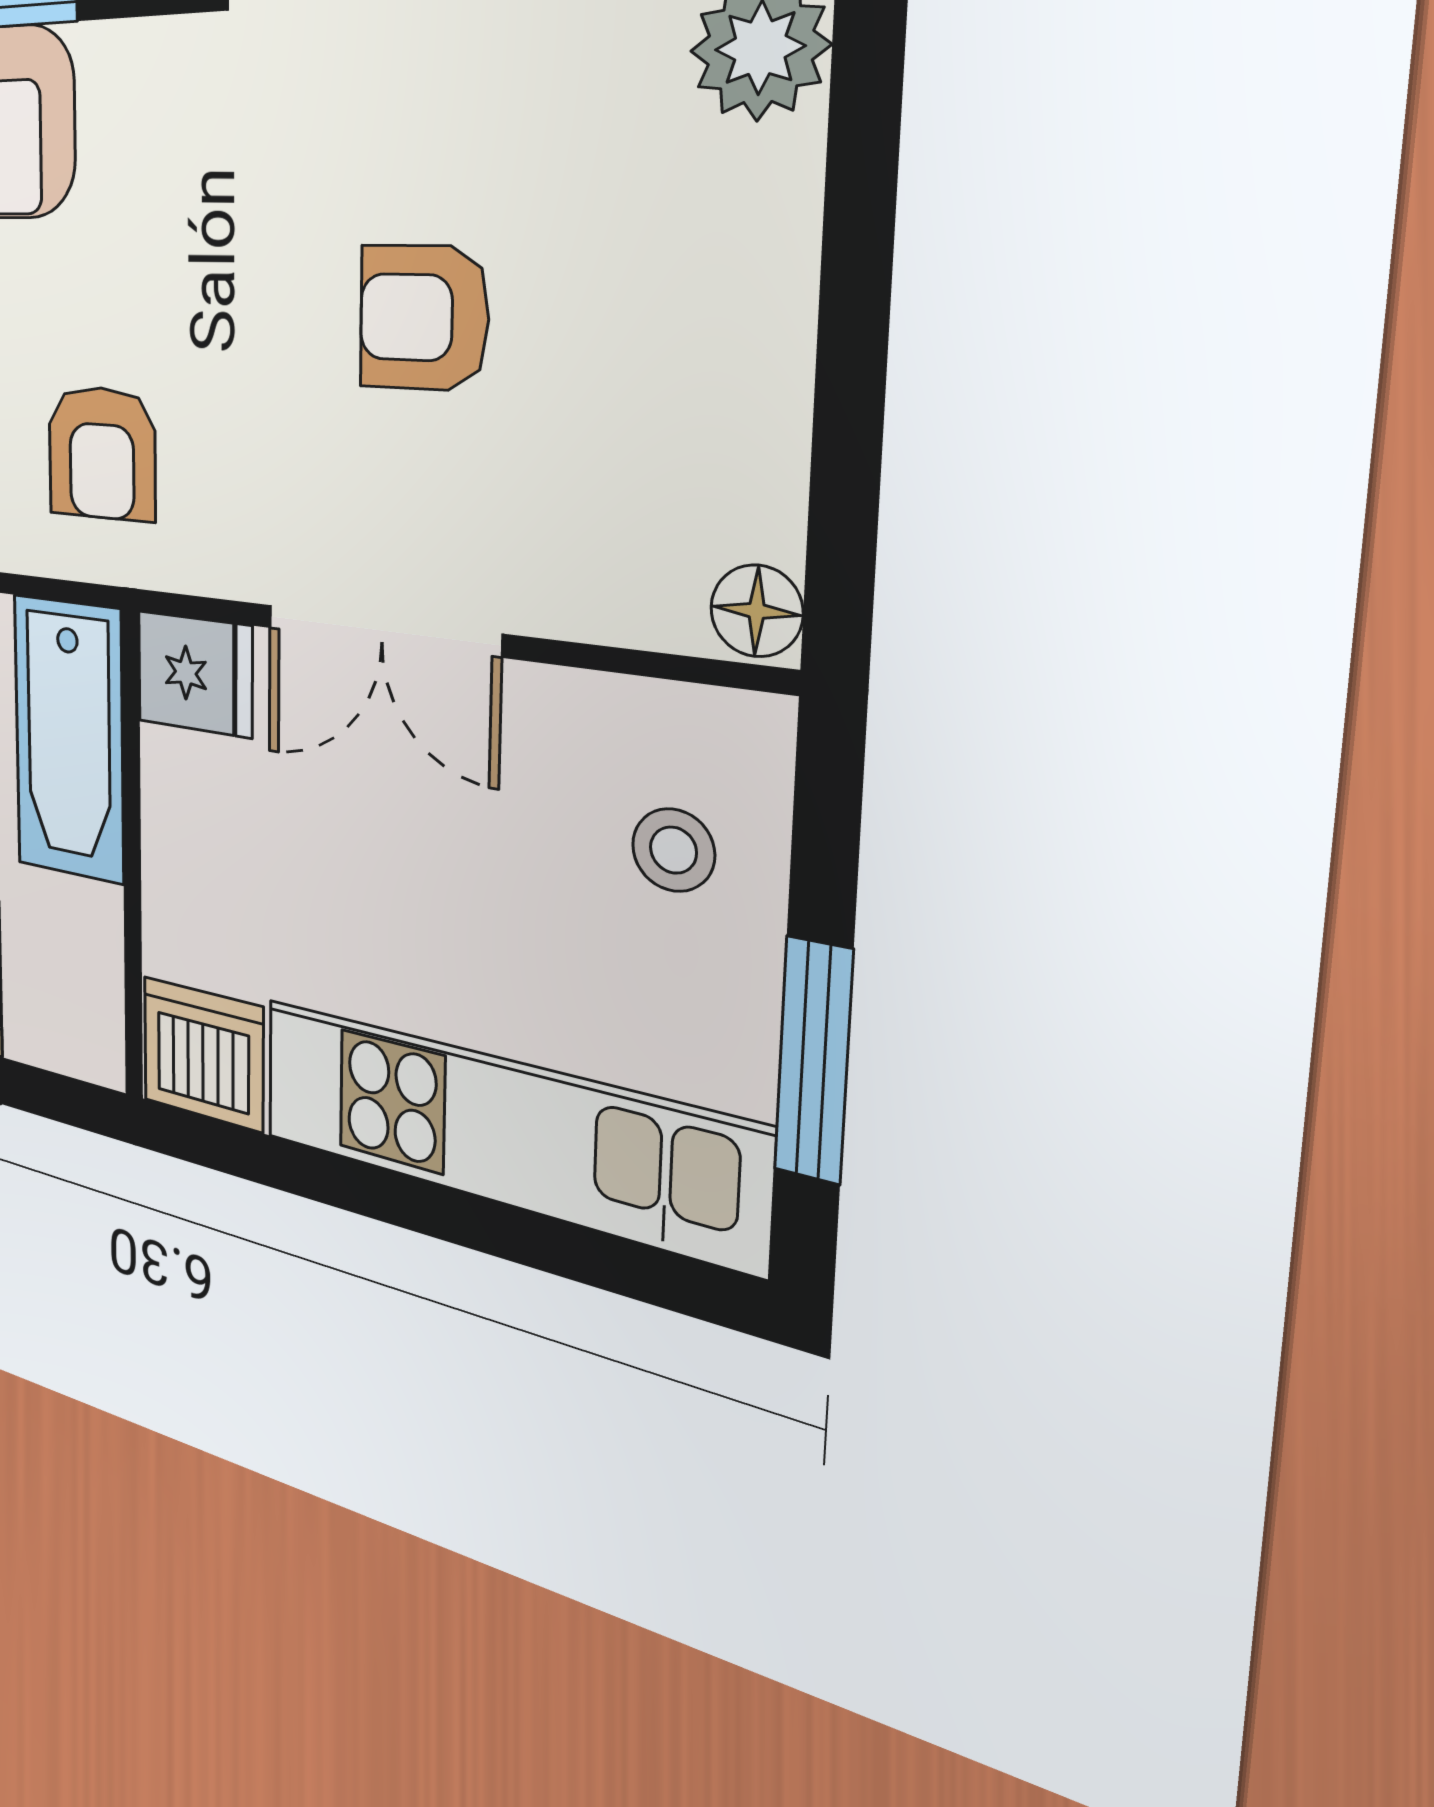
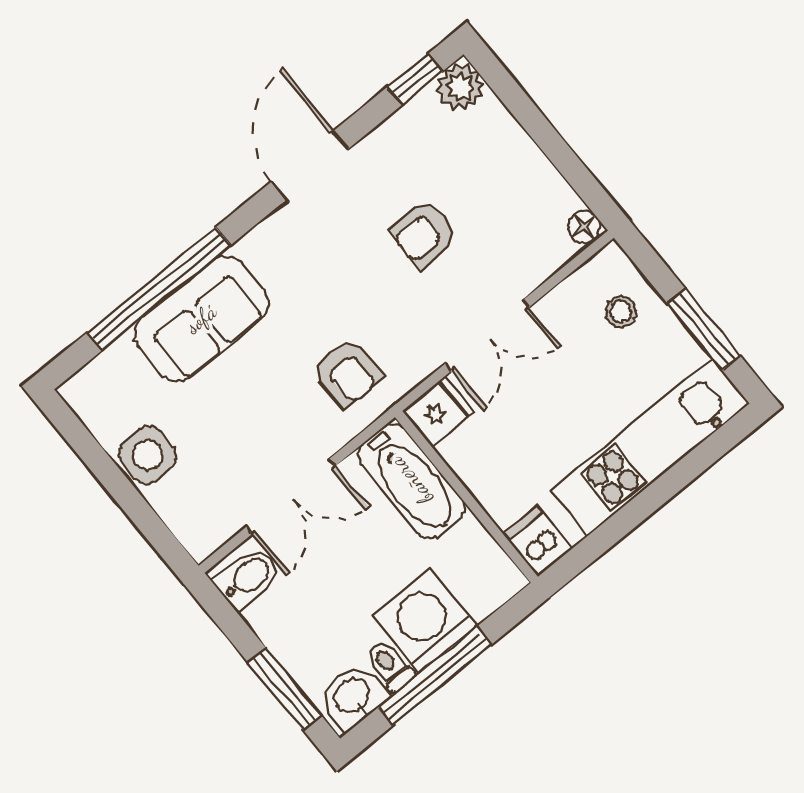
dishwasher: (203, 1054) -> (538, 541), width x0.73

